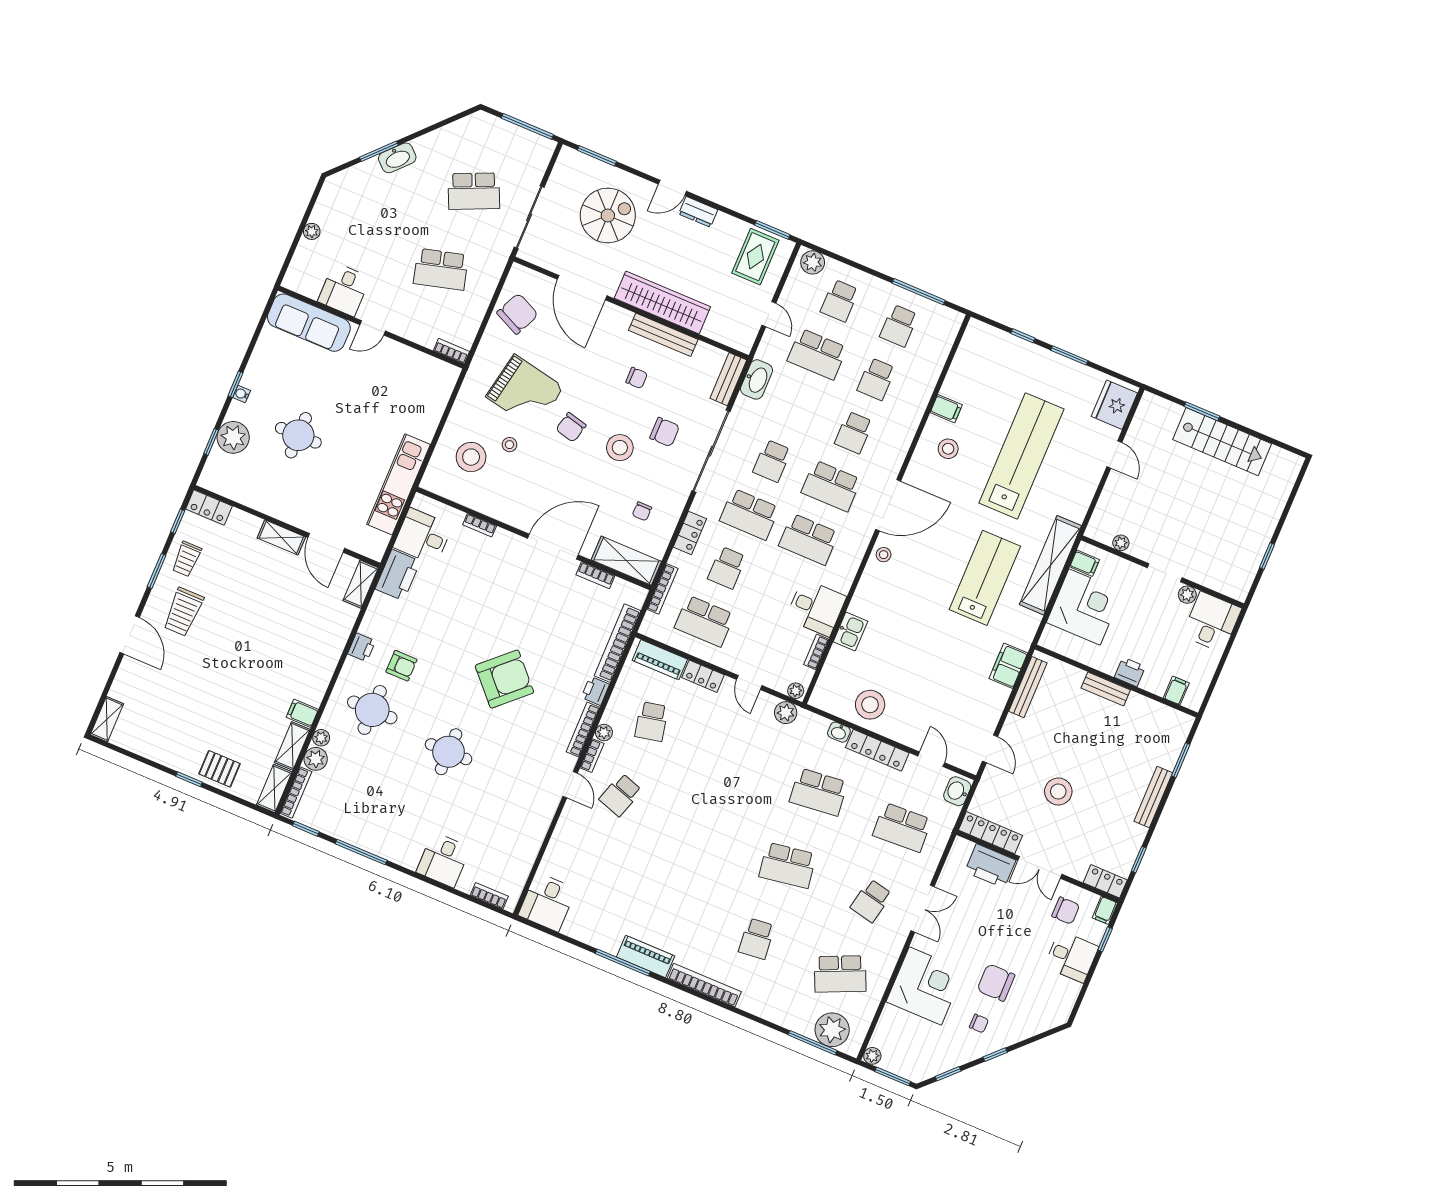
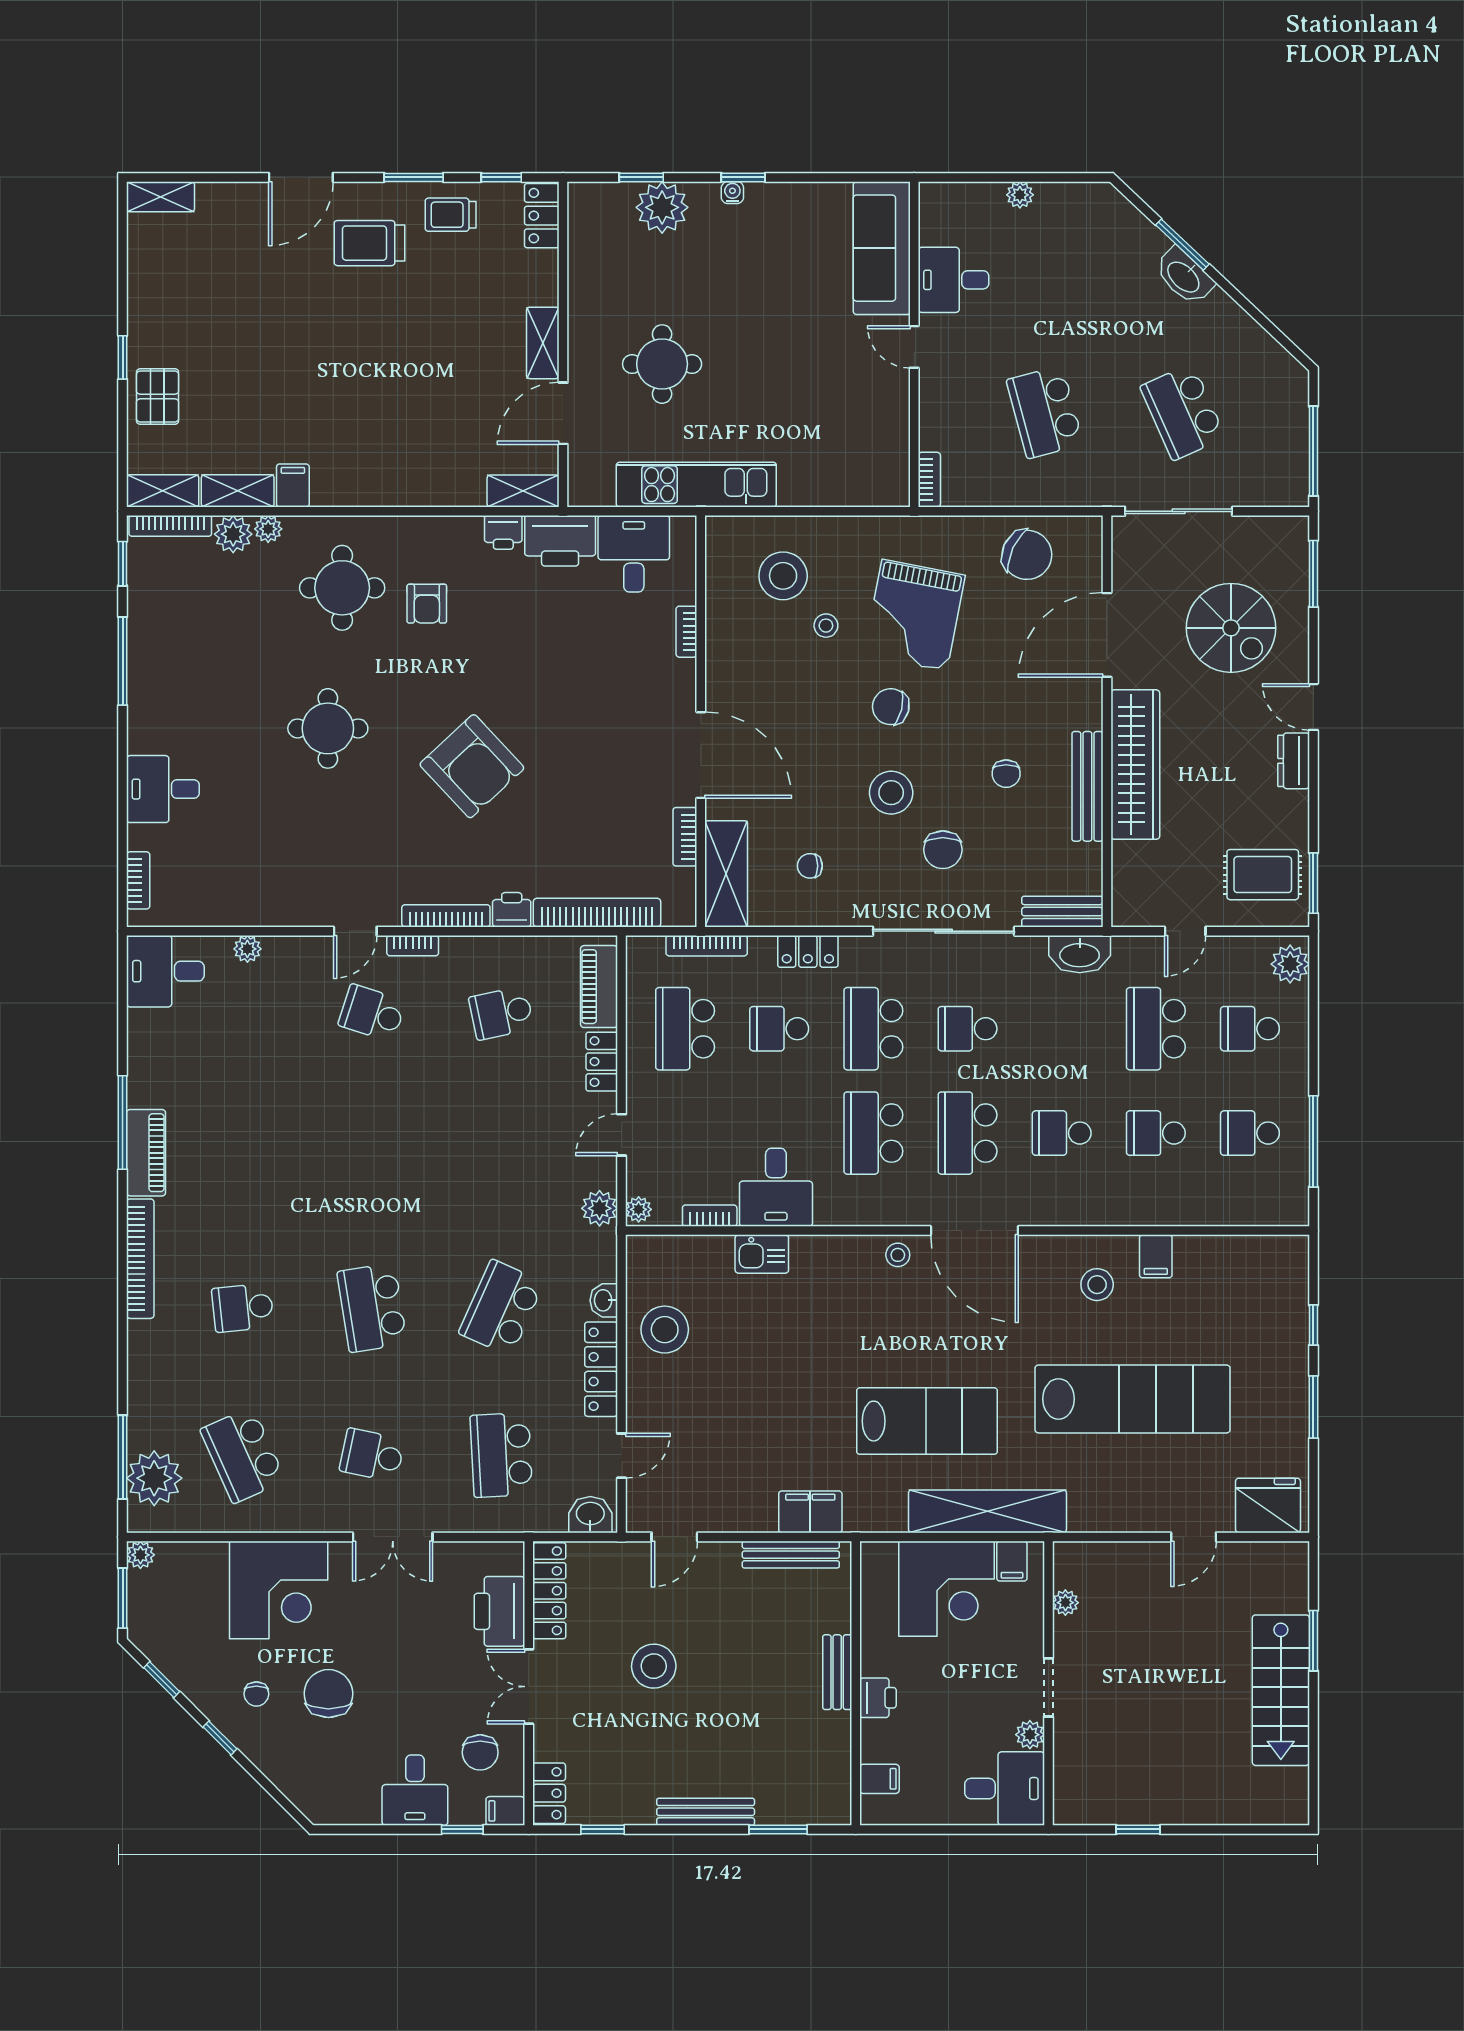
round table: (298, 435) -> (662, 364), moved
printer: (362, 647) -> (503, 532), moved
plant: (604, 733) -> (247, 949), moved
school desk: (819, 792) -> (501, 1308), turned 30

